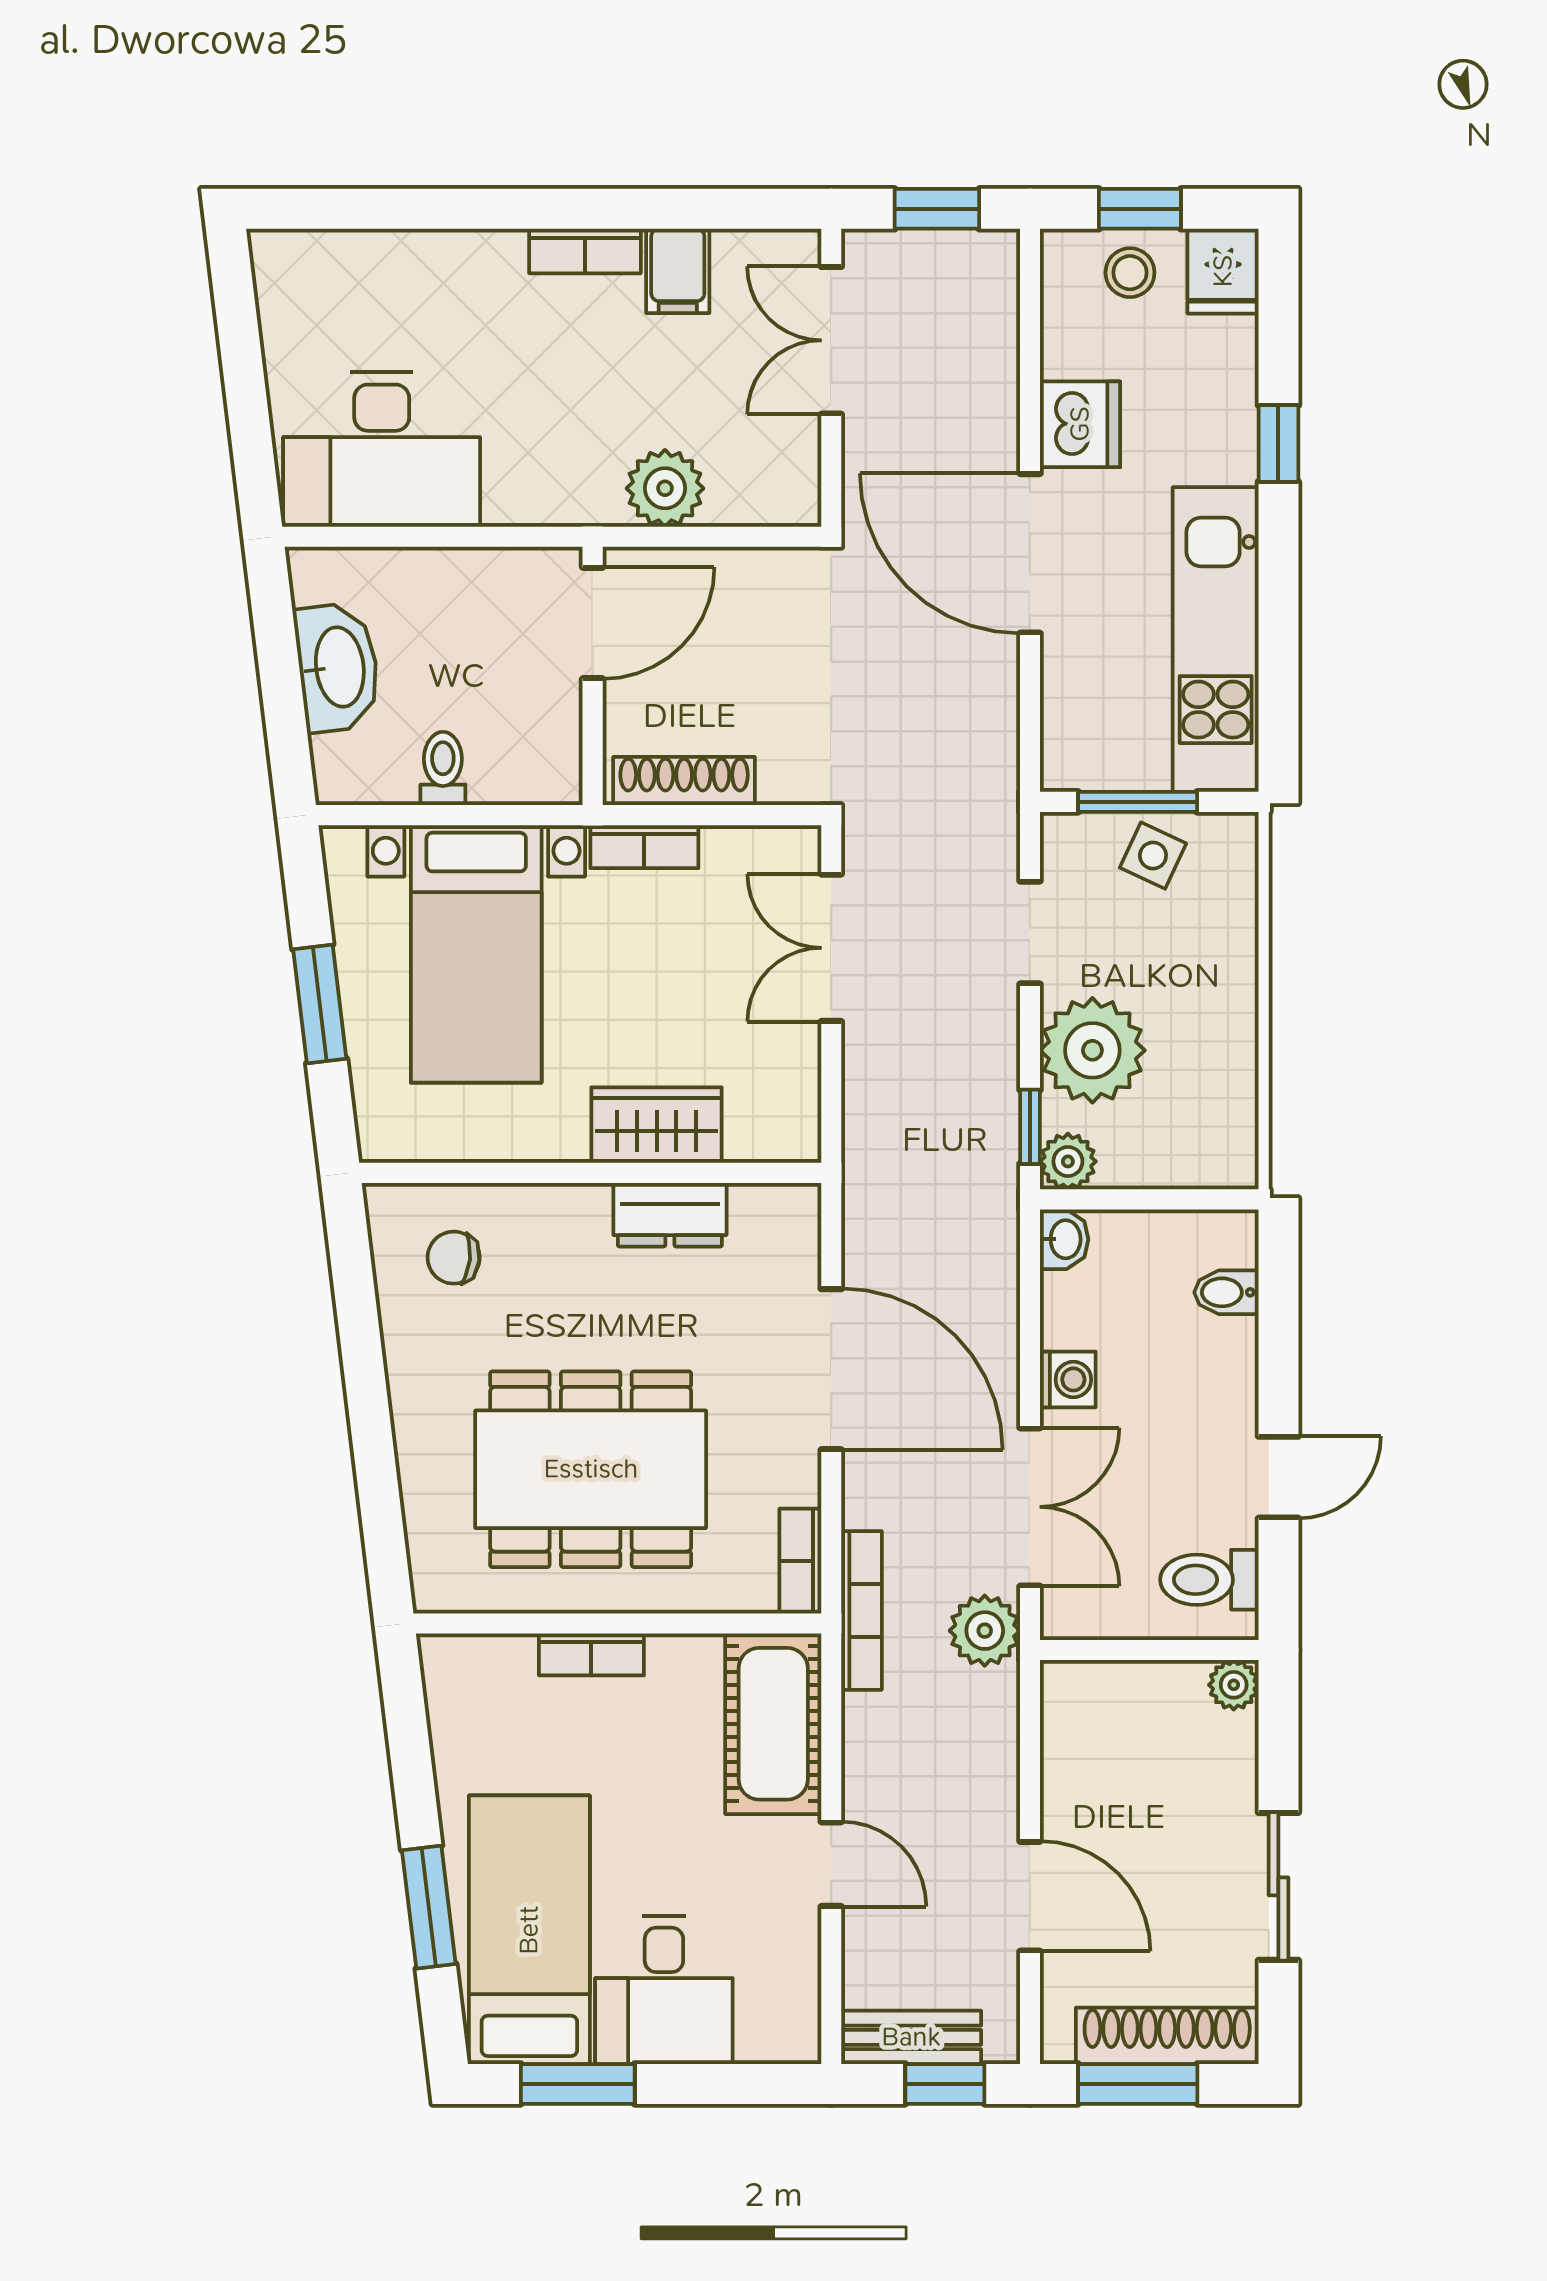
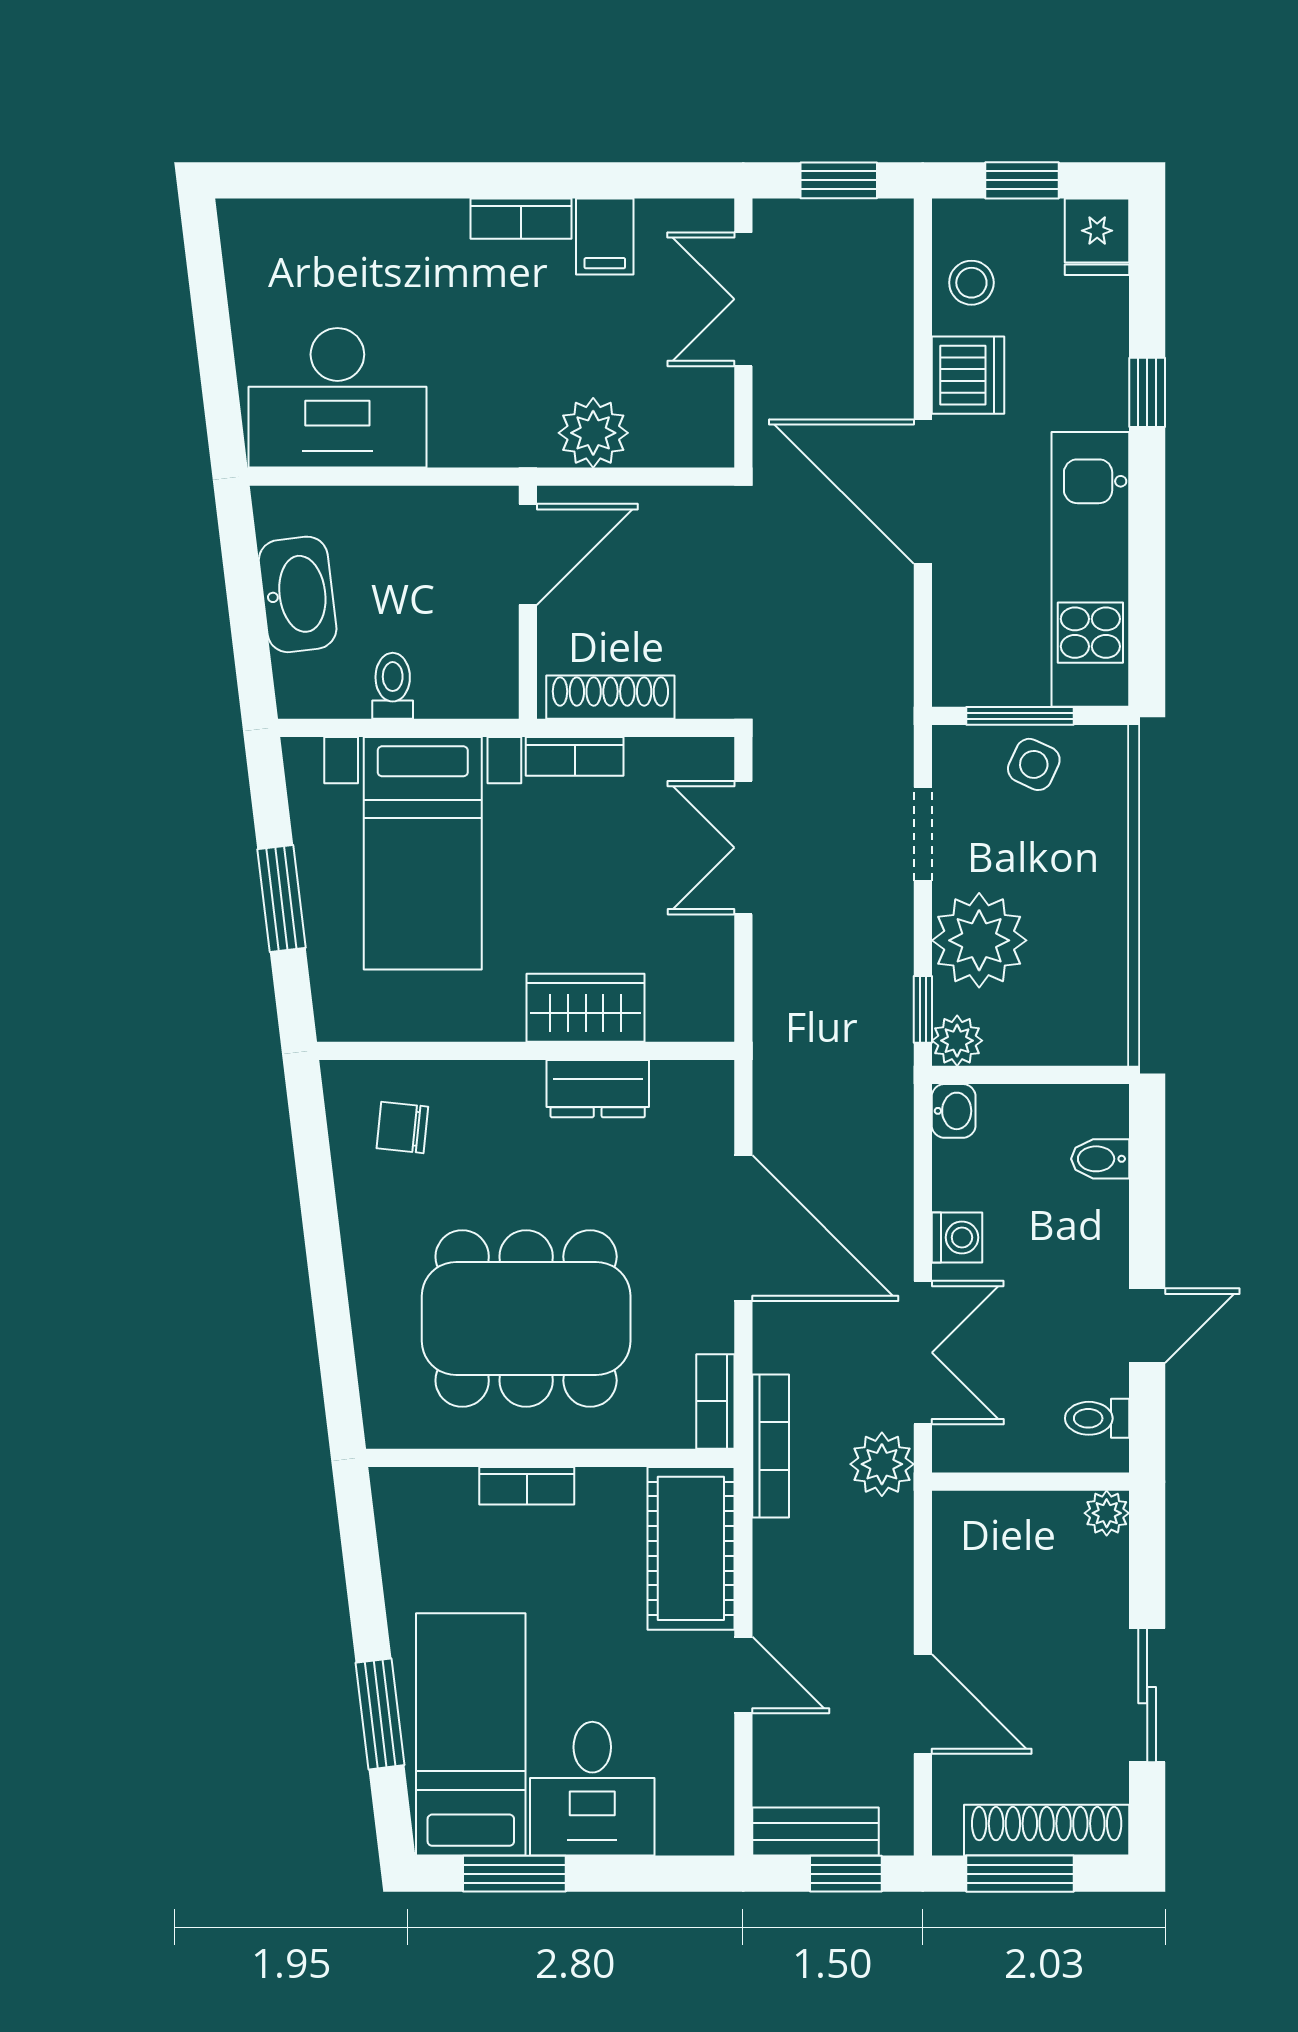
stool: (1130, 273) -> (971, 283), moved
toilet: (1209, 1580) -> (1097, 1418), width x0.73, depth x0.72

